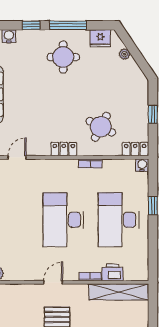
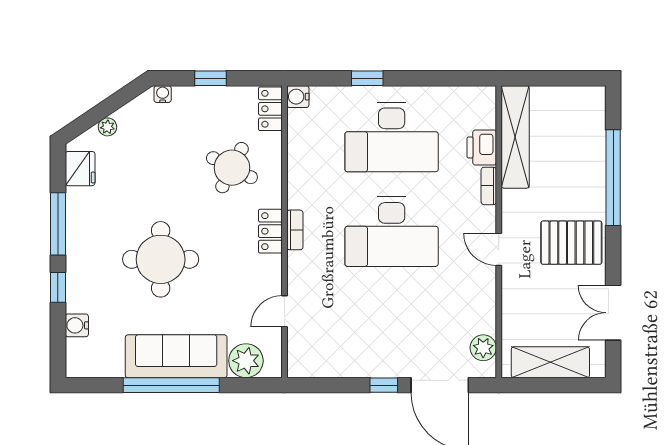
round table: (63, 57) -> (161, 259), moved, width x1.36, depth x1.36
water cooler: (144, 86) -> (163, 94), added
door: (17, 157) -> (284, 311), hinge flipped
bookcase: (90, 163) -> (295, 230), moved

